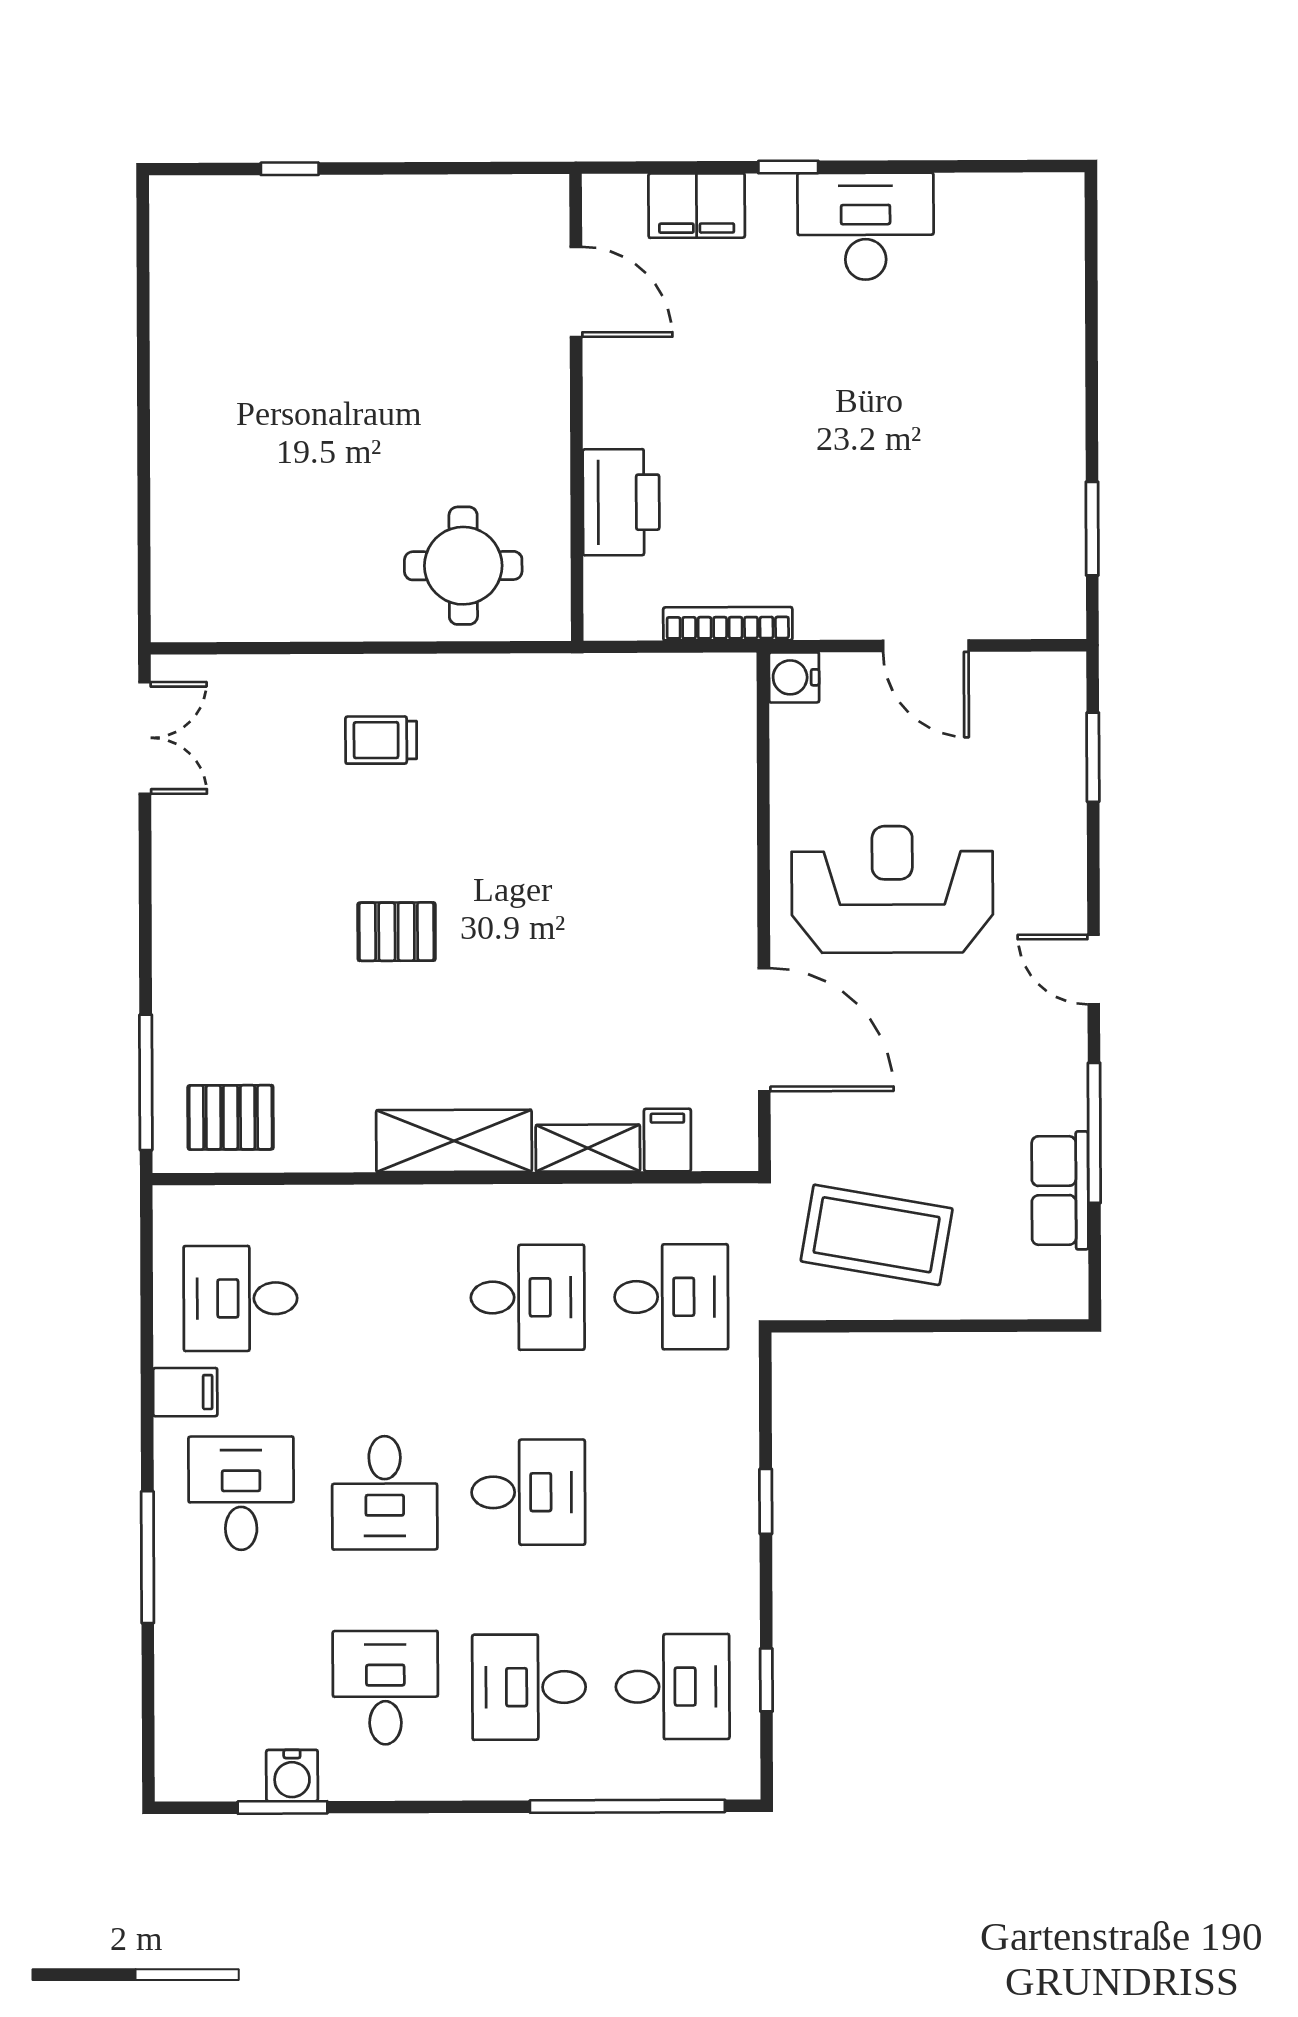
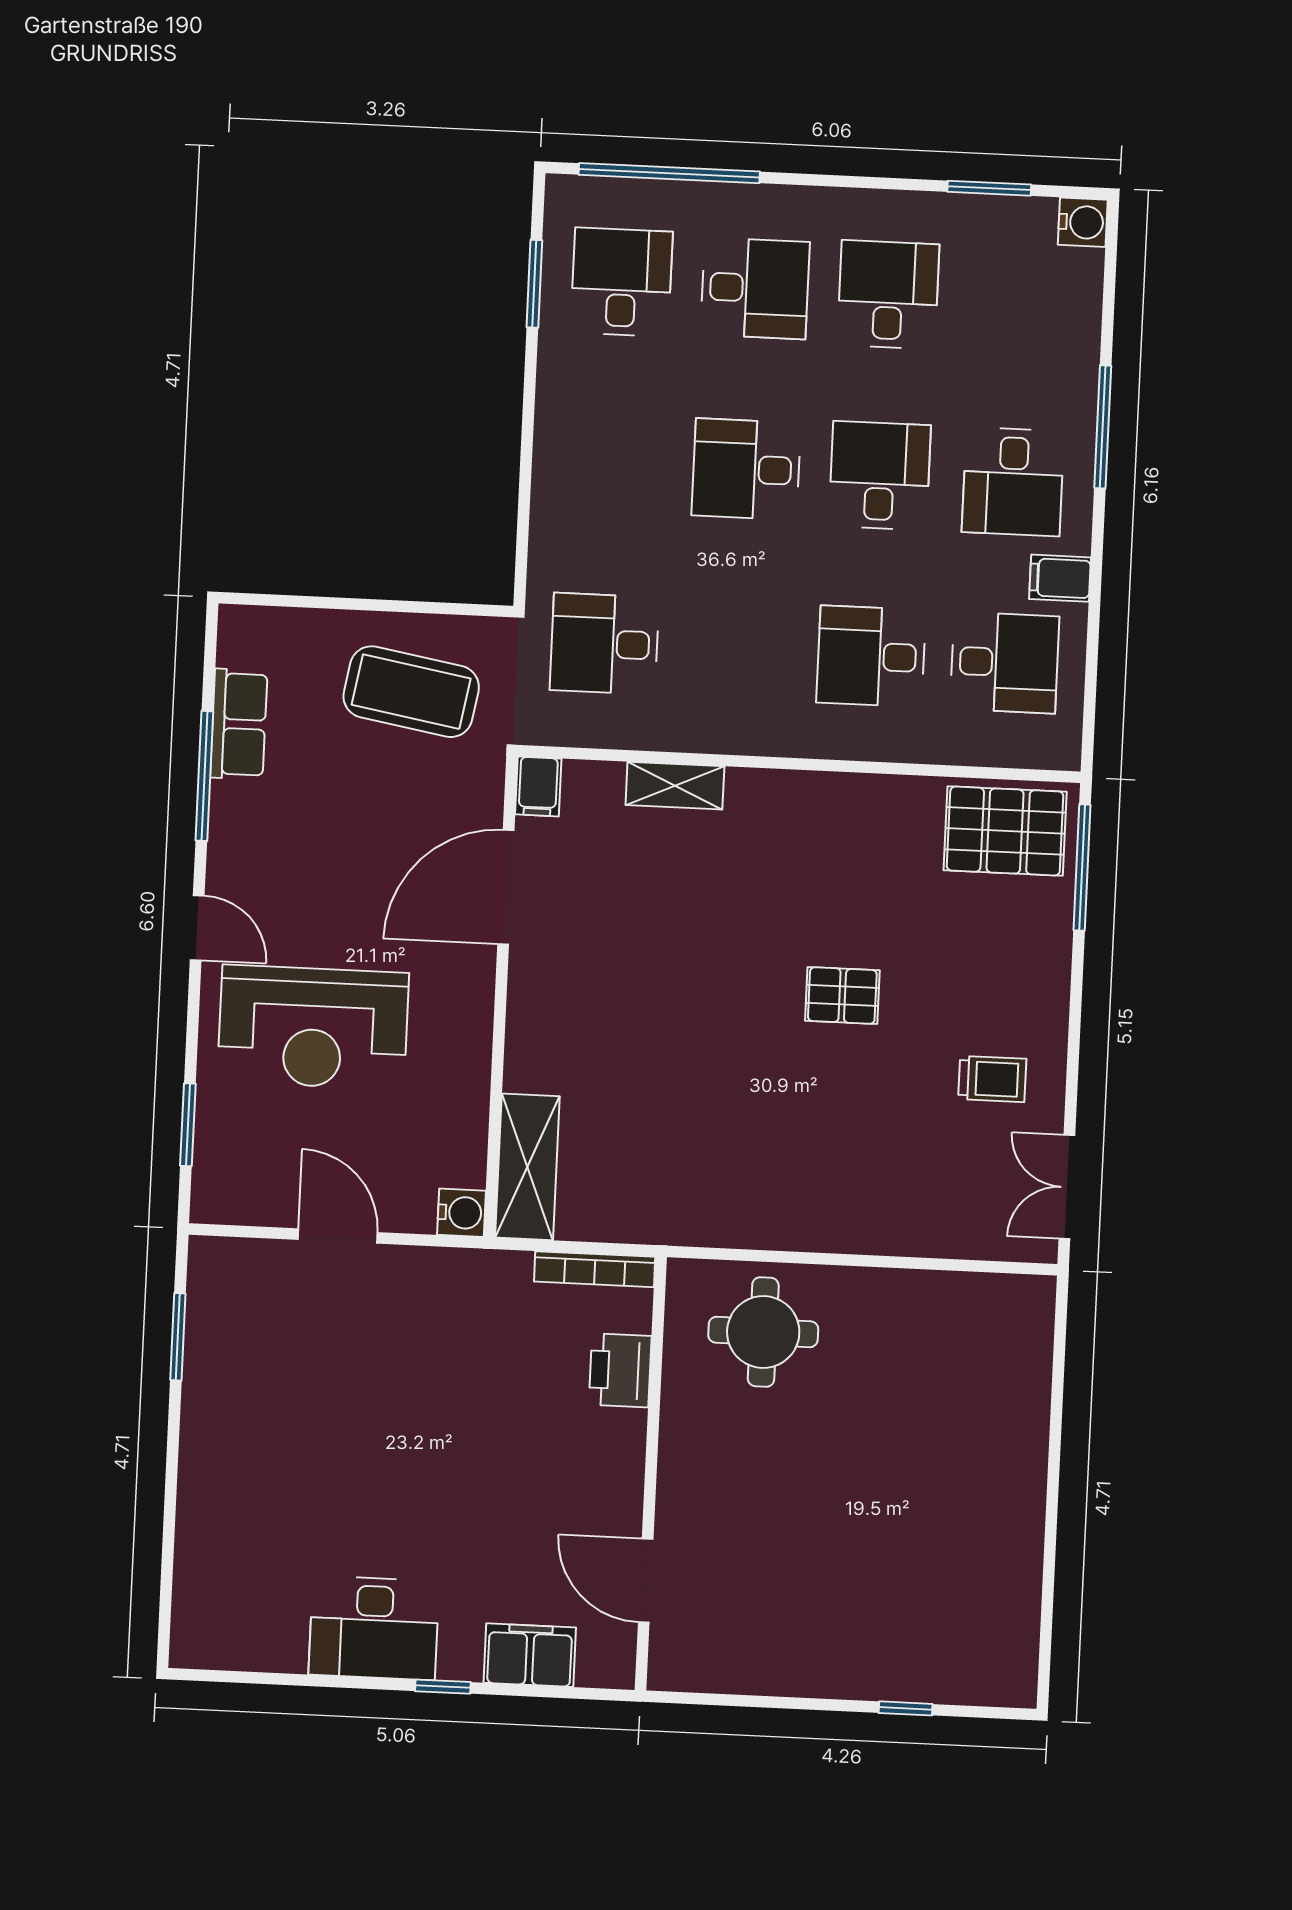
printer: (621, 502) -> (620, 1370), width x0.73, depth x0.84
bookcase: (728, 624) -> (595, 1269), moved
trolley: (381, 740) -> (992, 1079), moved
reception desk: (892, 889) -> (313, 1027), moved
door: (764, 1030) -> (506, 887), hinge flipped
pallet: (231, 1117) -> (1005, 831), width x1.50, depth x1.42
filing cabinet: (667, 1140) -> (538, 787), moved
shelving: (454, 1141) -> (527, 1167), moved, turned 90
desk: (528, 1297) -> (871, 656), moved
window: (766, 1501) -> (527, 449), removed
window: (766, 1680) -> (534, 284), width x1.50
desk: (673, 1687) -> (622, 282), turned 90
desk: (385, 1688) -> (888, 295), turned 180
water cooler: (292, 1776) -> (1083, 222), moved, turned 90

